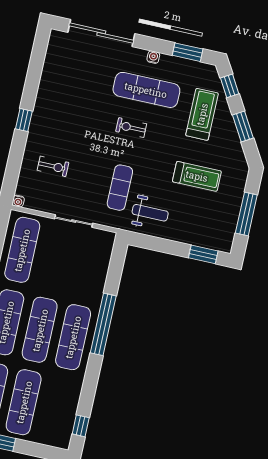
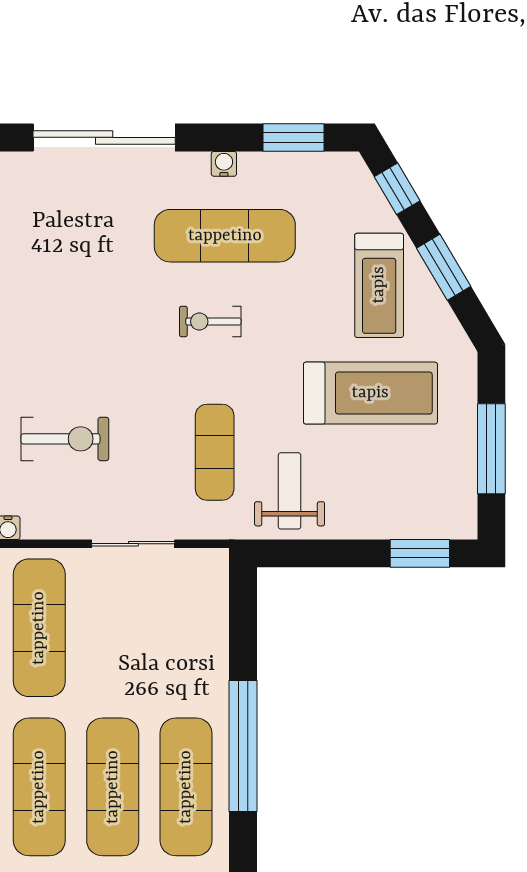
treadmill: (202, 114) -> (379, 285), moved, turned 180
exercise bike: (53, 166) -> (65, 439), width x1.38, depth x1.39
treadmill: (197, 176) -> (370, 393), width x1.37, depth x1.38
weight bench: (150, 213) -> (290, 491), turned -90

